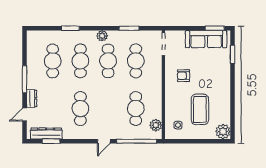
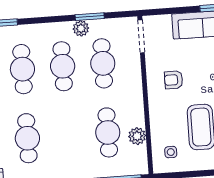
plant: (102, 36) -> (81, 28), moved
plant: (156, 125) -> (137, 136), moved

